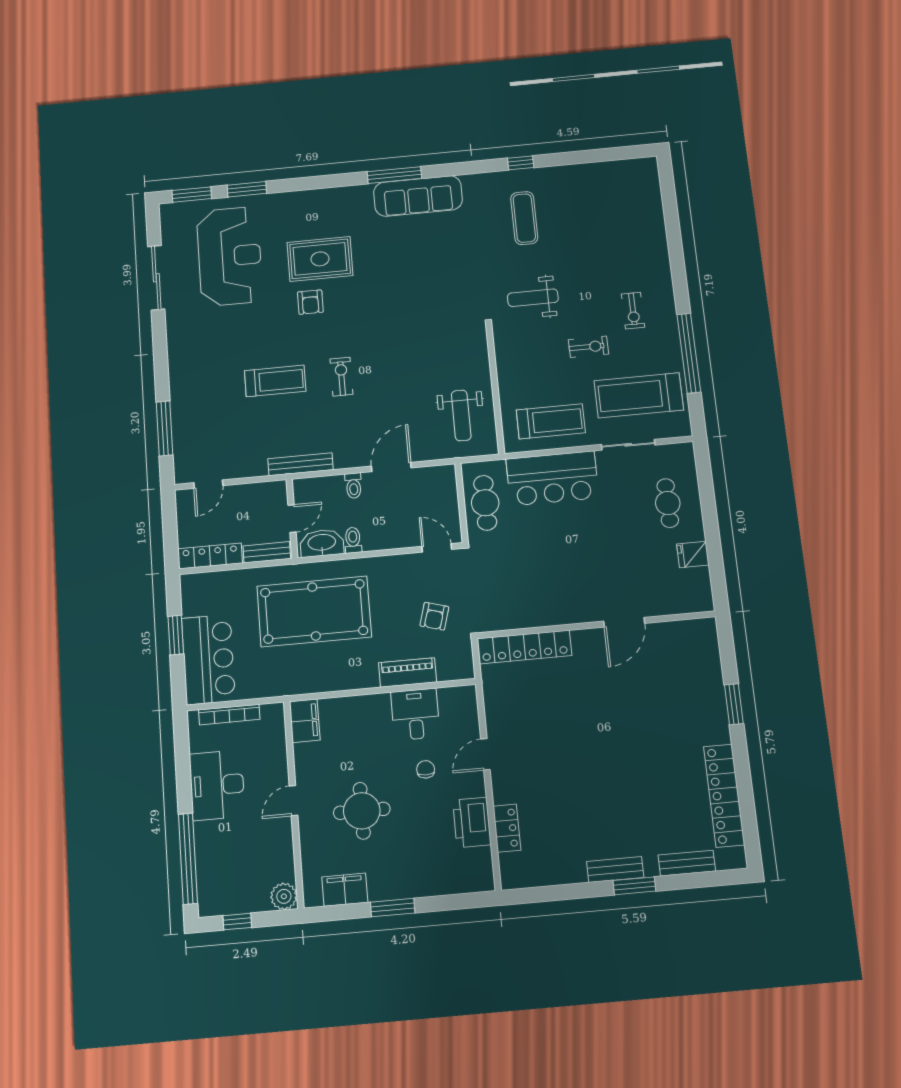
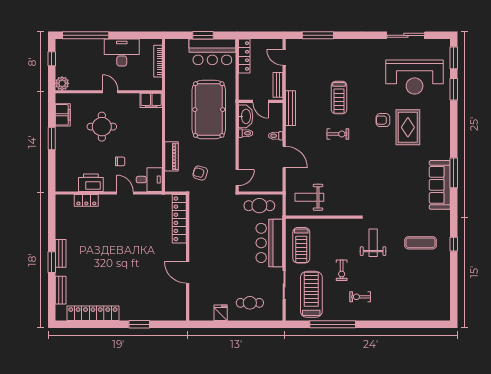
bench: (267, 552) -> (278, 85), moved
bar counter: (208, 659) -> (212, 52), moved
desk: (415, 714) -> (149, 180), moved

